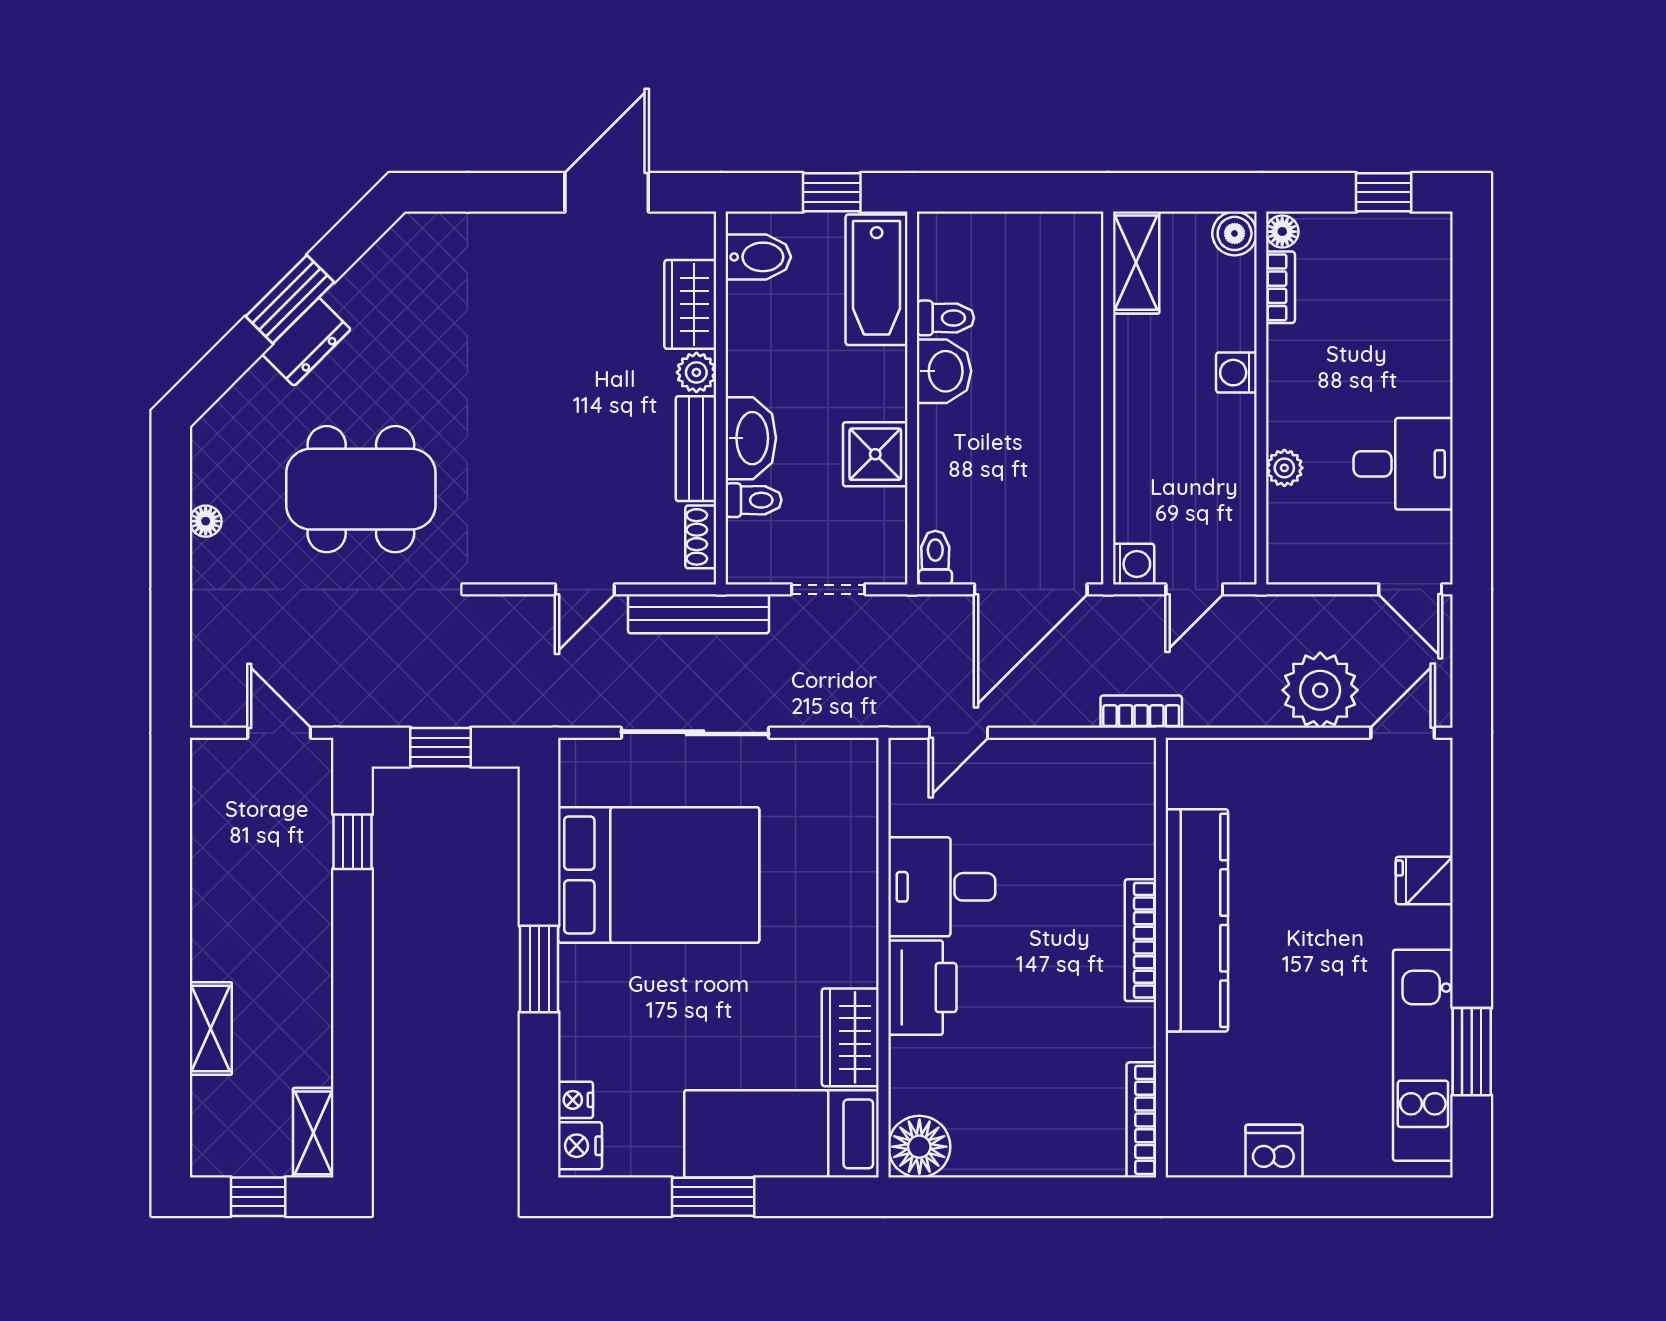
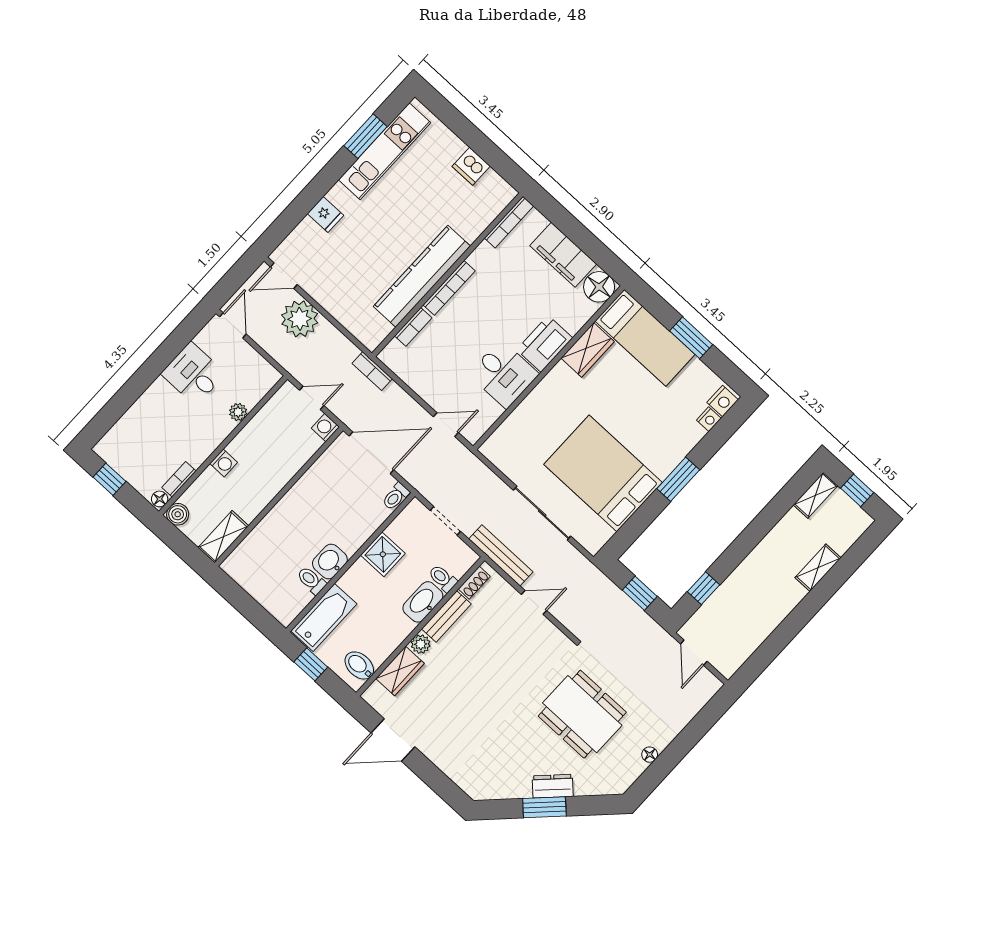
bookcase: (1140, 833) -> (413, 327), added
filing cabinet: (1016, 1145) -> (563, 255), added

